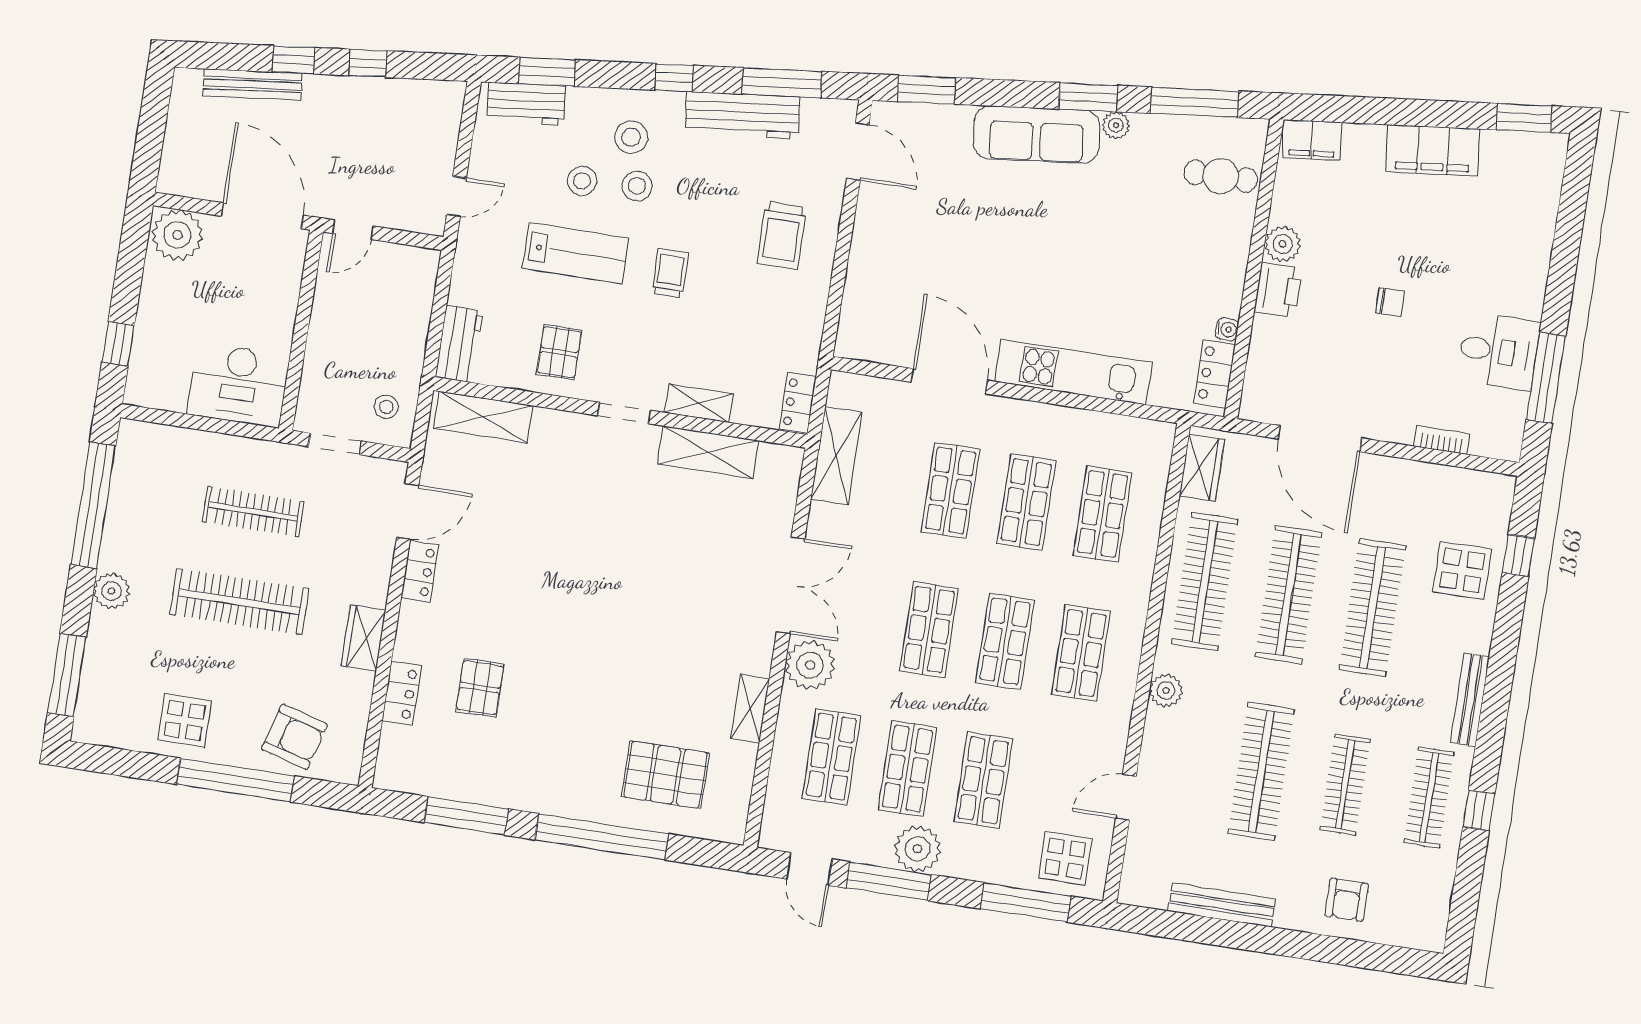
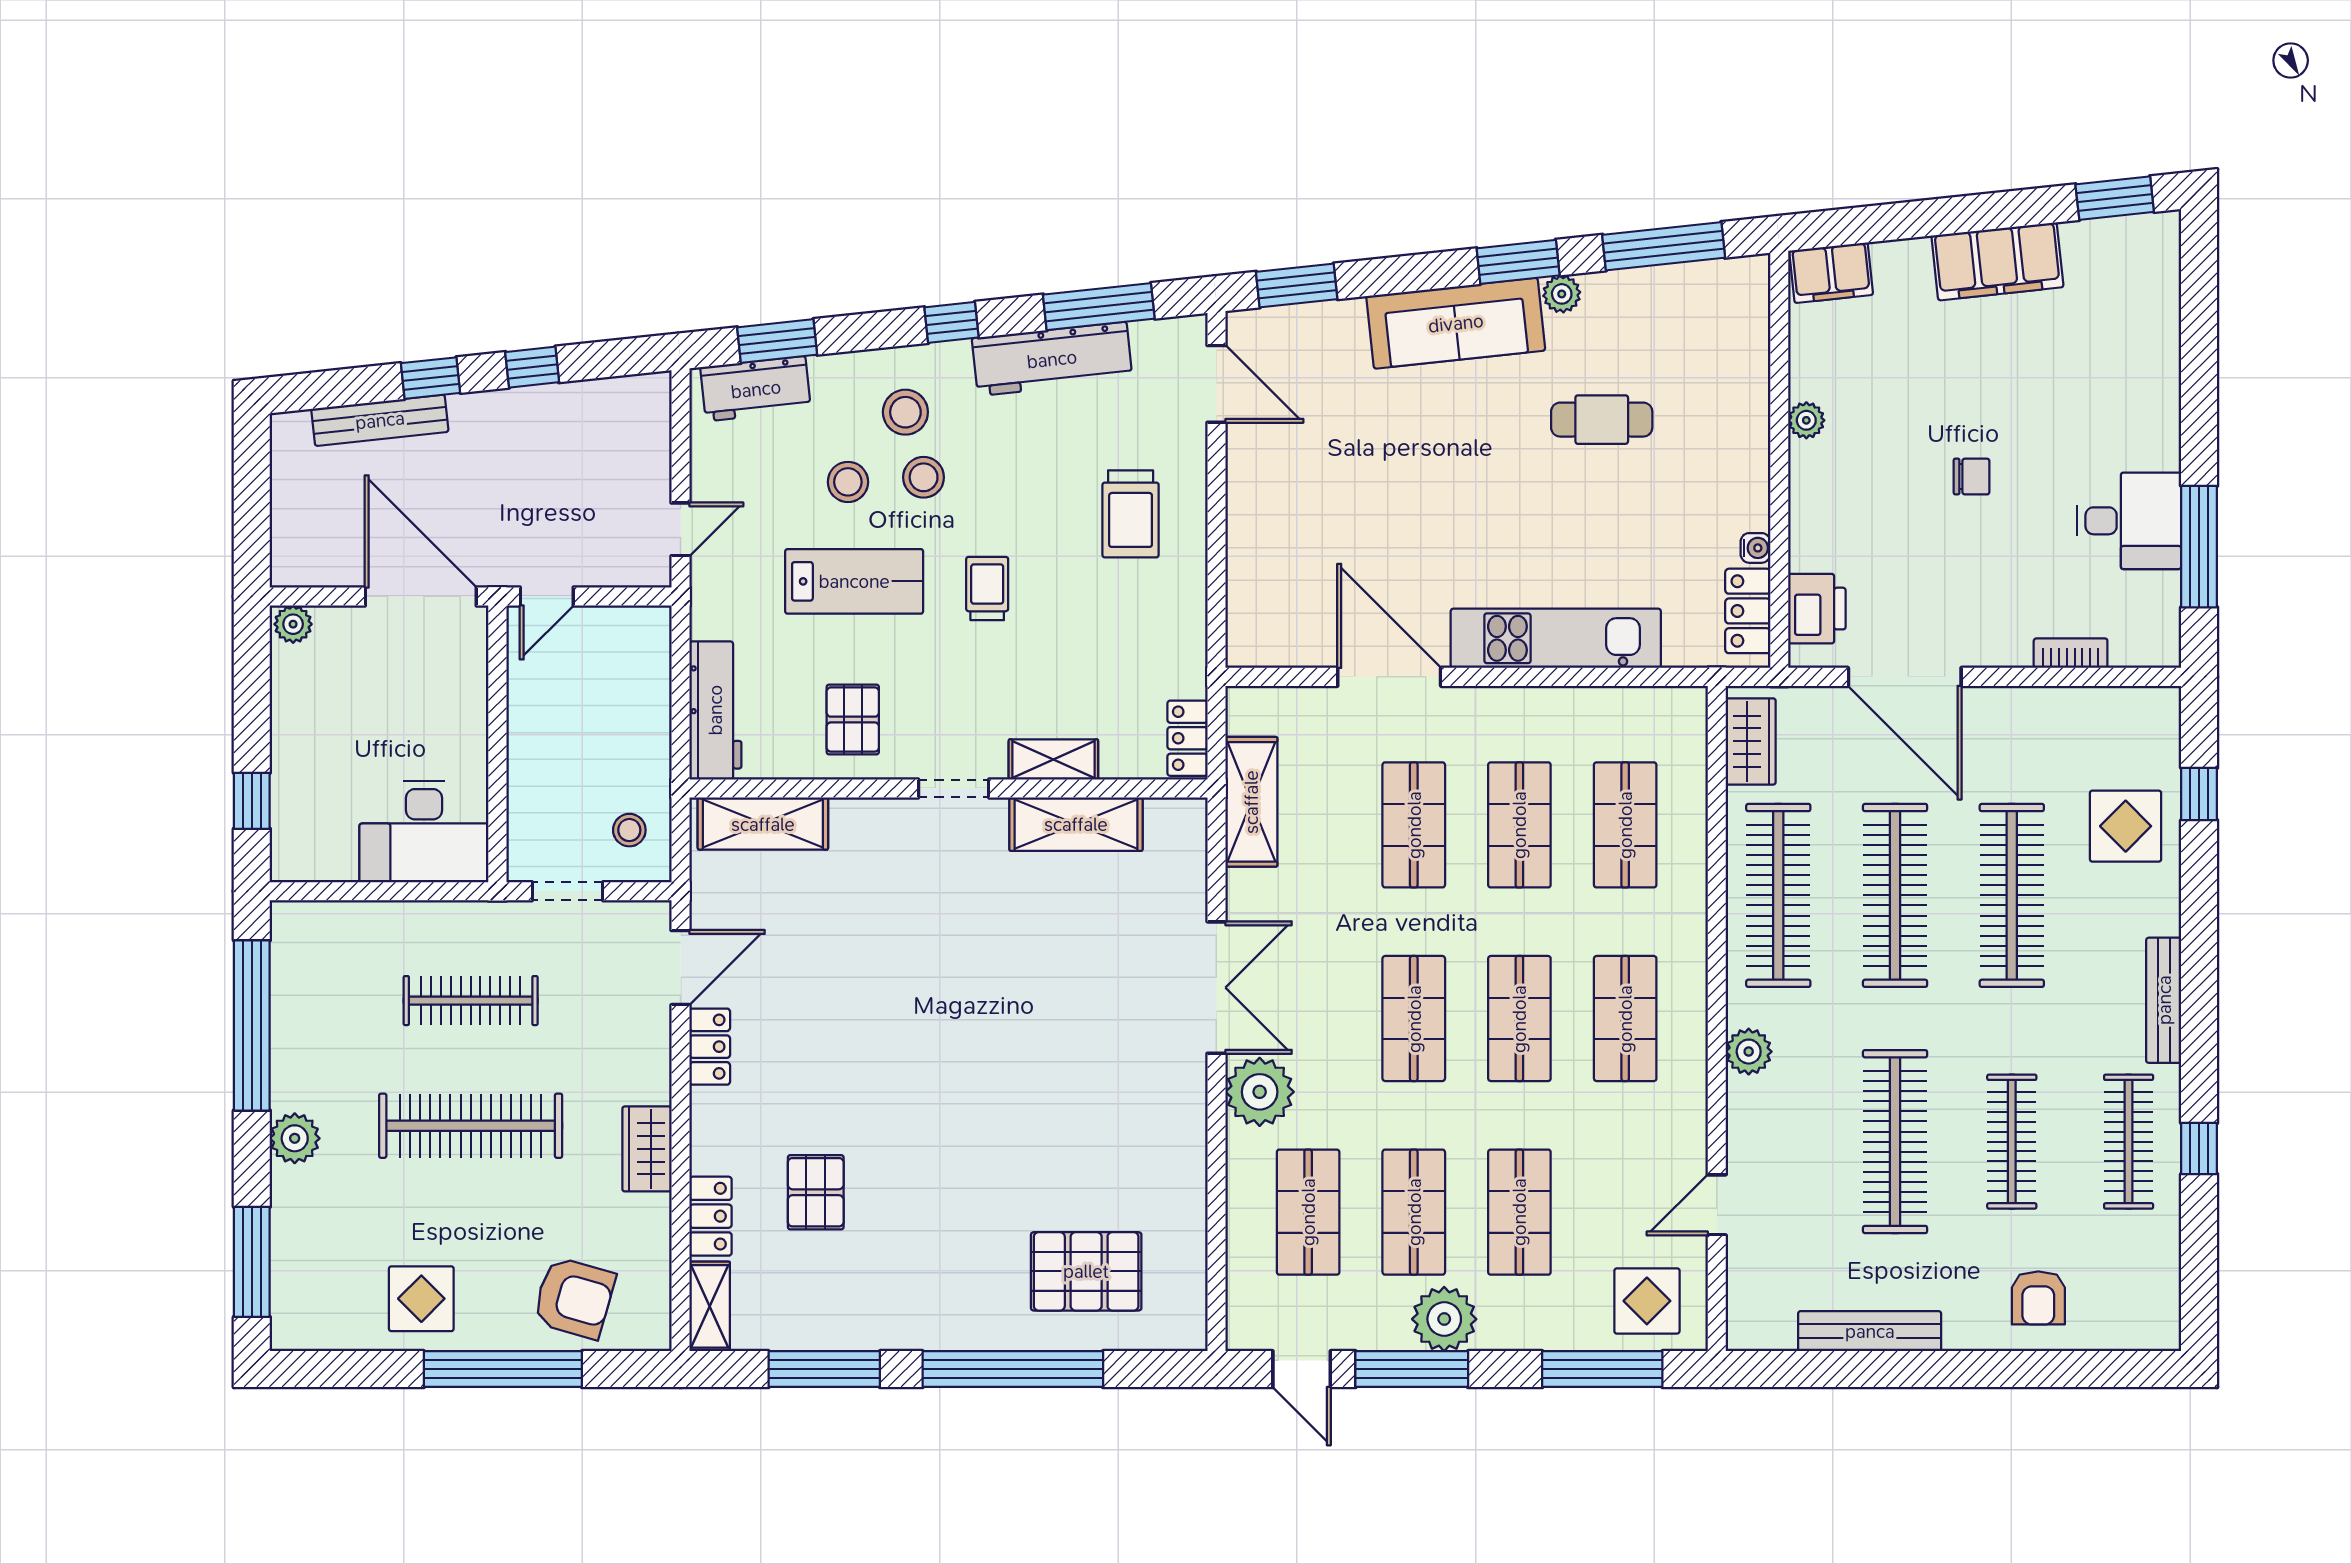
cafe table: (1221, 176) -> (1602, 420), moved
plant: (177, 235) -> (293, 624), width x0.53, depth x0.53
plant: (1283, 244) -> (1806, 420), width x0.73, depth x0.73
printer: (1278, 290) -> (1817, 609), moved
workbench: (459, 344) -> (715, 710), width x1.38
shelving: (750, 709) -> (710, 1306), moved

